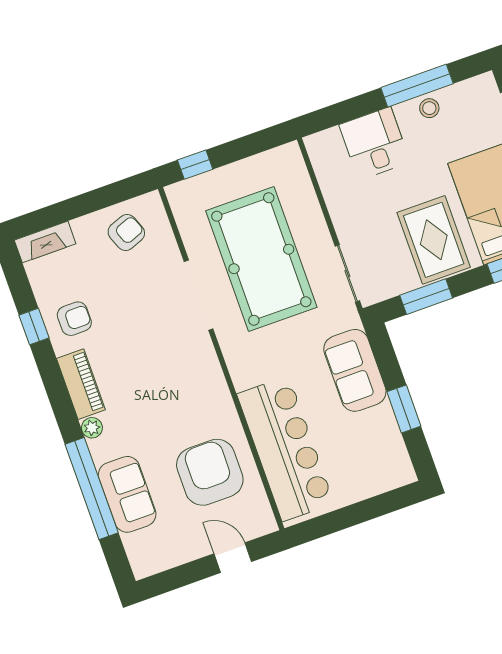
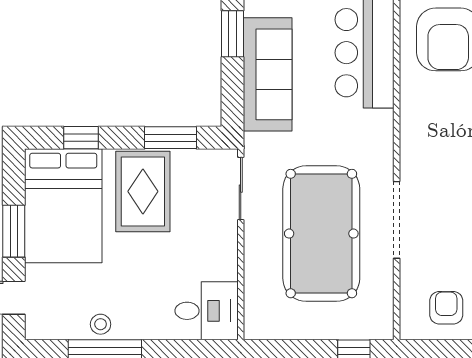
desk: (375, 143) -> (207, 311), moved, turned -90
armchair: (126, 233) -> (446, 308), turned 111
sofa: (355, 370) -> (268, 74), width x1.36

